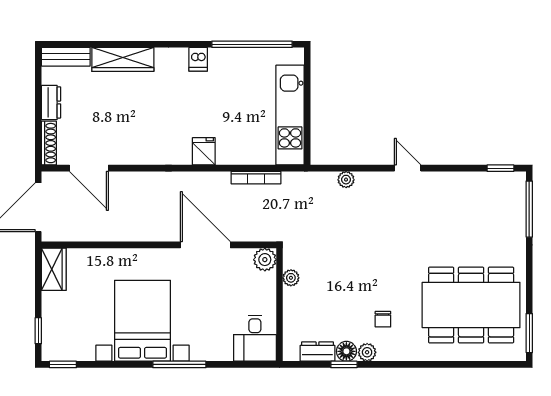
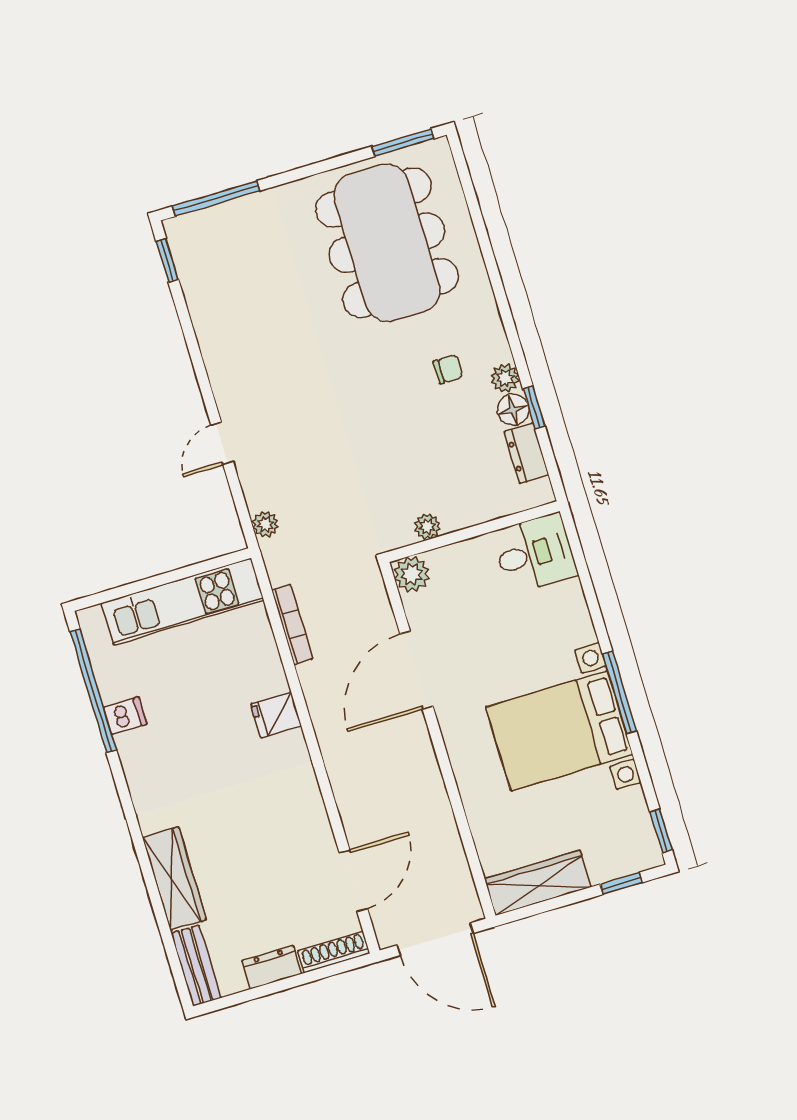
dishwasher: (198, 59) -> (125, 716), moved
door: (408, 168) -> (222, 443), moved
plant: (346, 180) -> (265, 524), moved
wardrobe: (54, 269) -> (538, 883), width x1.50
window: (179, 364) -> (619, 692), moved

